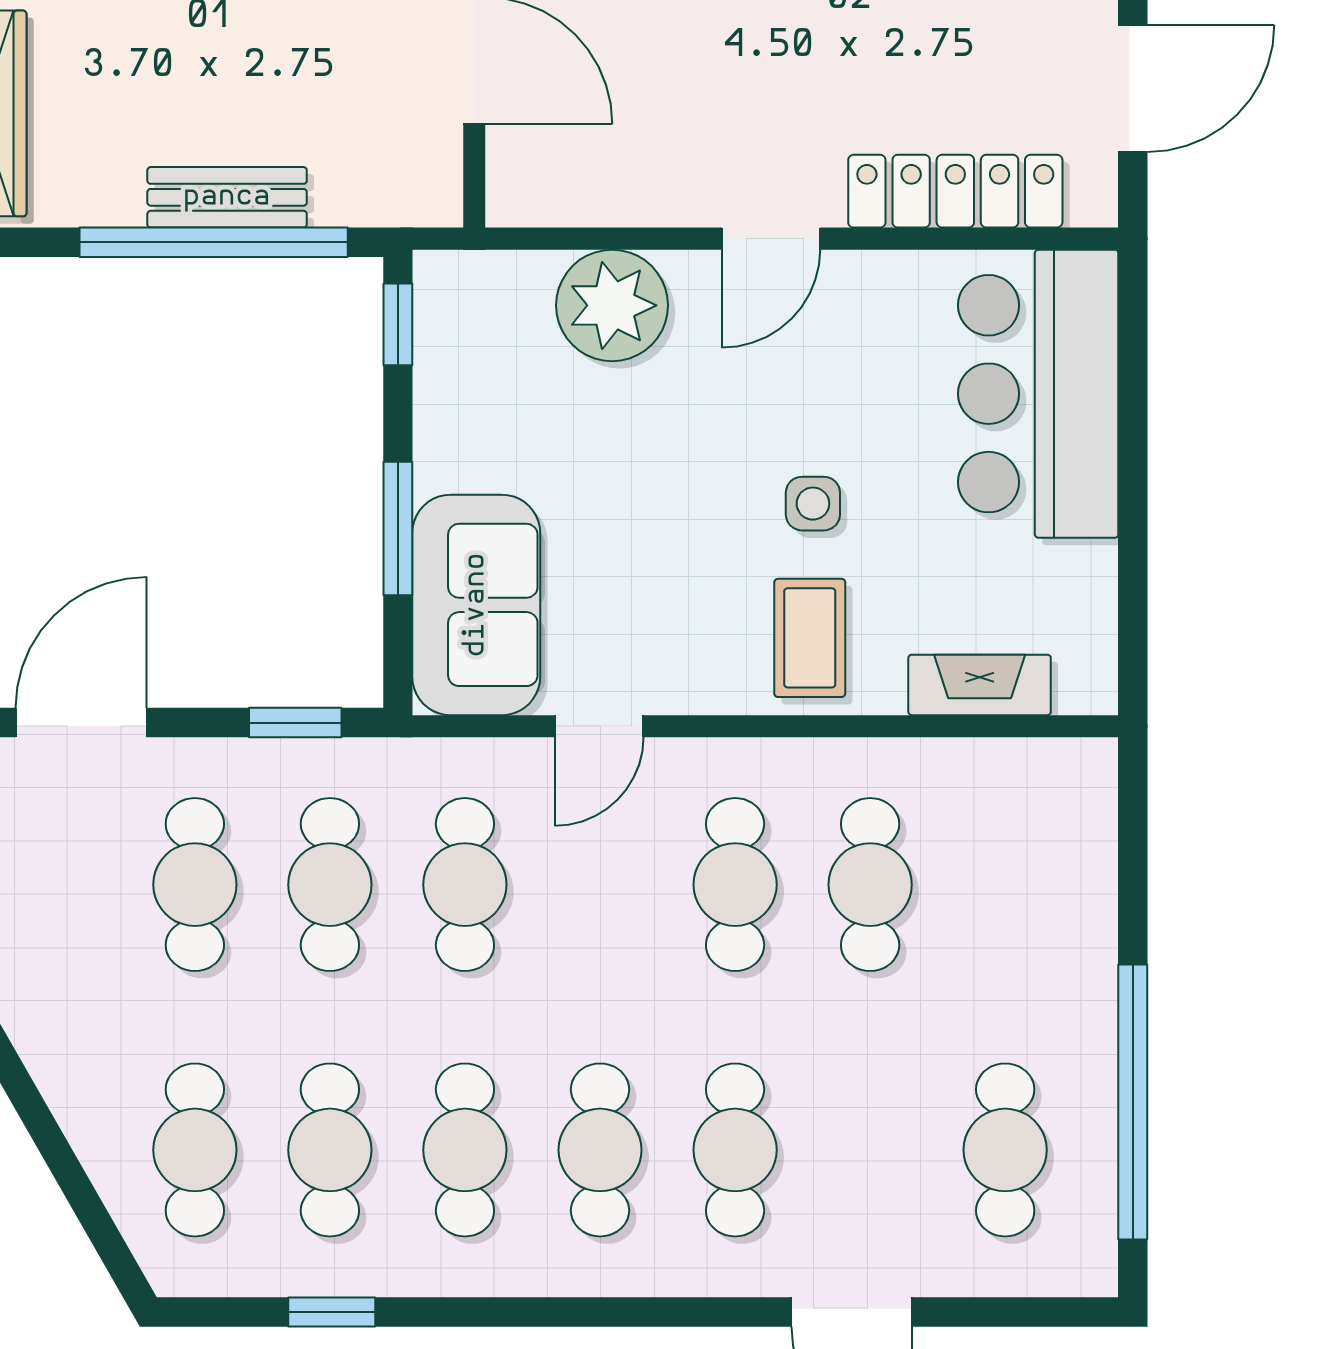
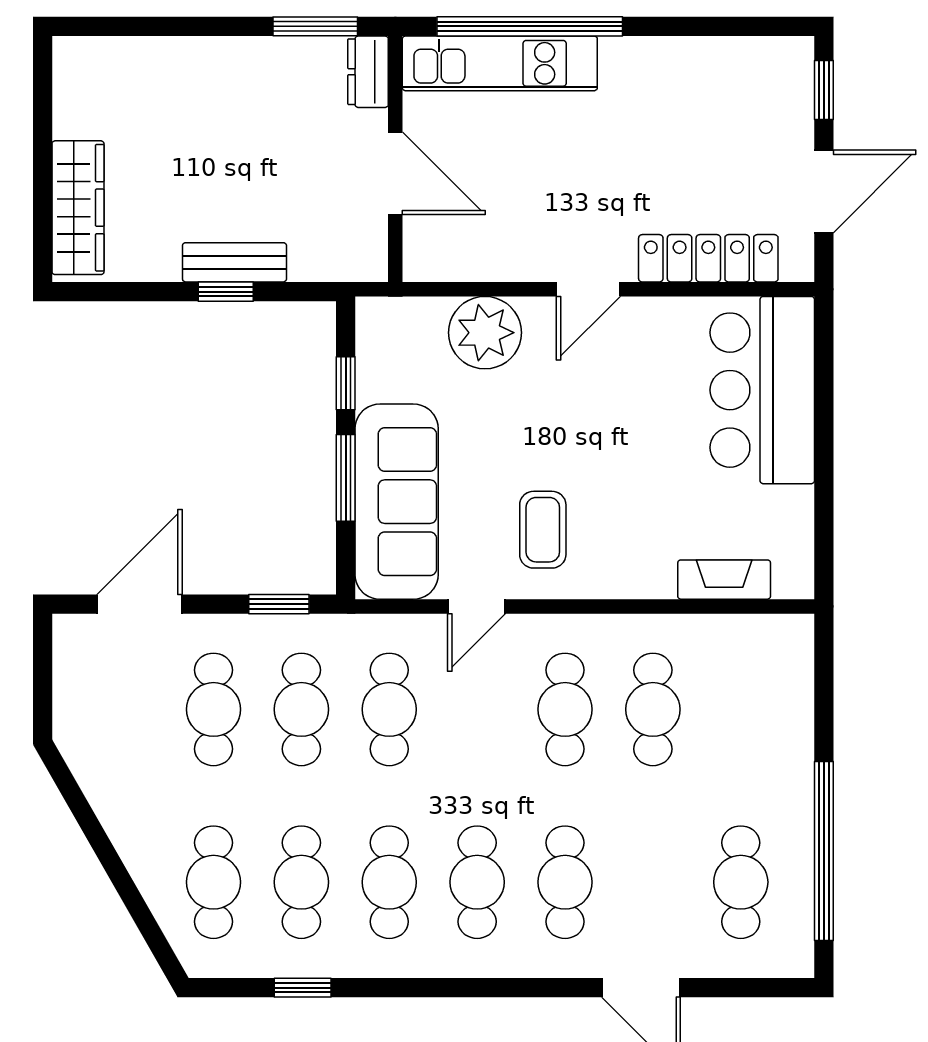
window: (214, 242) -> (226, 292), width x0.32
window: (398, 324) -> (346, 383), moved
side table: (813, 504) -> (616, 462), removed
sofa: (476, 605) -> (397, 502), width x1.36
coffee table: (810, 638) -> (543, 530), moved

